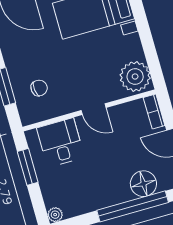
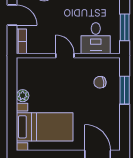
plant: (135, 77) -> (23, 96), moved, width x0.53, depth x0.53

